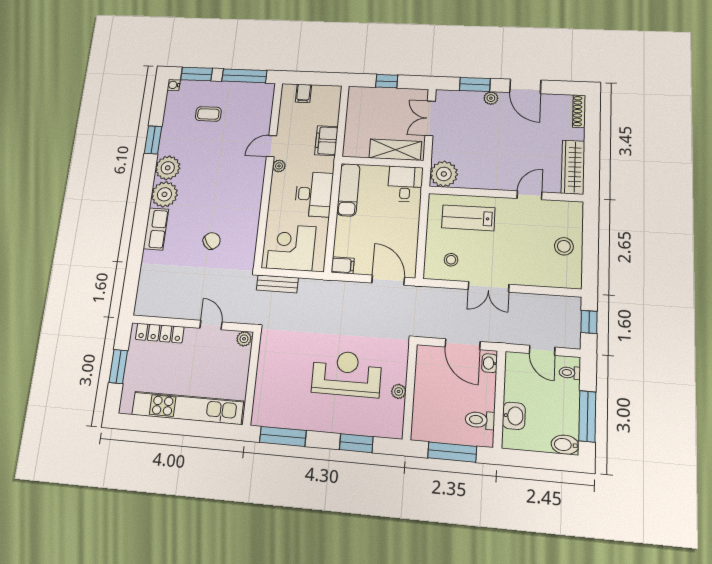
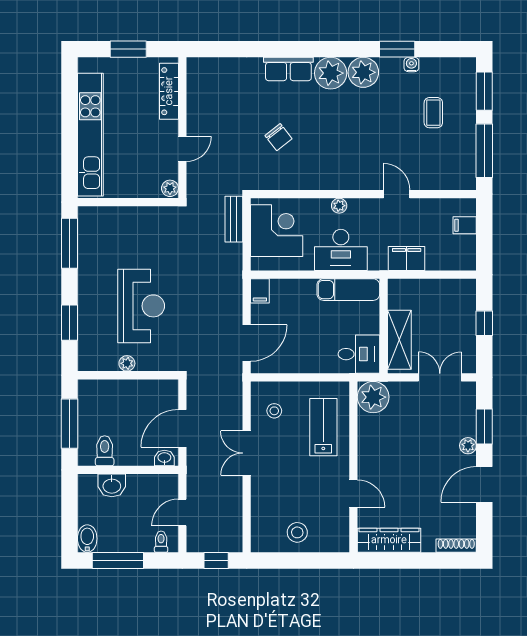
water cooler: (174, 85) -> (411, 64), moved
plant: (279, 166) -> (339, 206), moved

